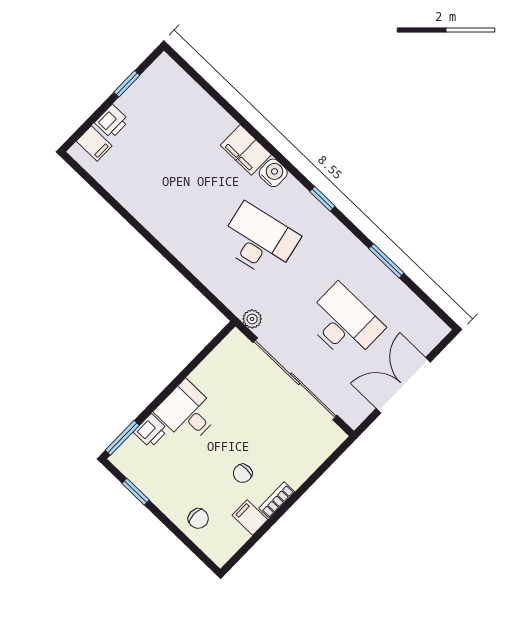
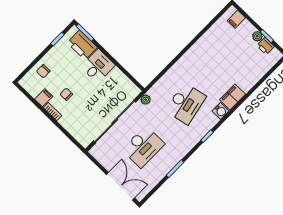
plant: (127, 102) -> (257, 36), added
printer: (112, 122) -> (266, 46), moved
double door: (403, 385) -> (120, 186), moved
printer: (151, 431) -> (82, 45), width x1.87, depth x1.48

